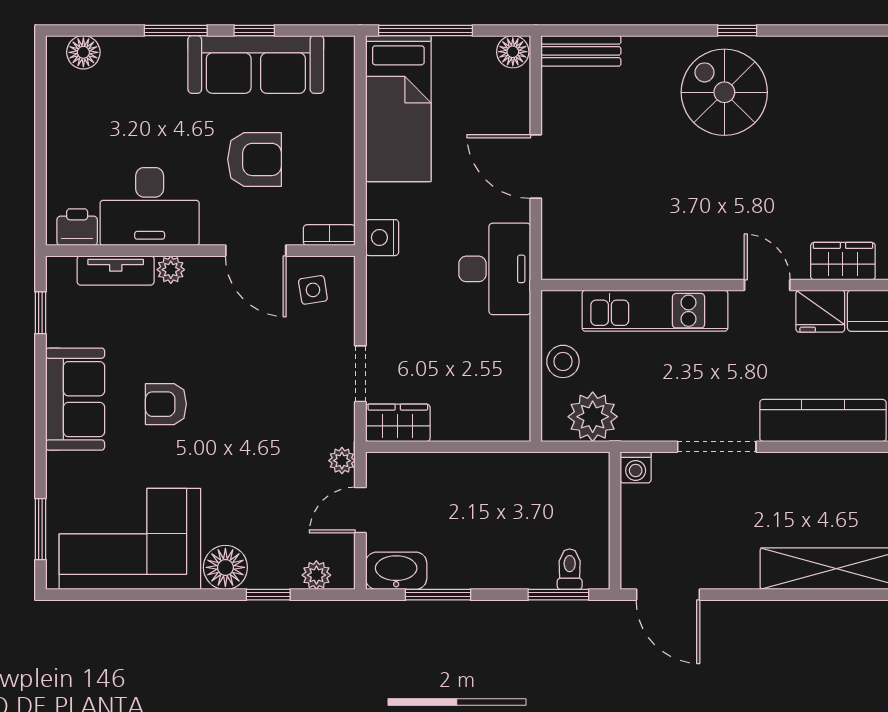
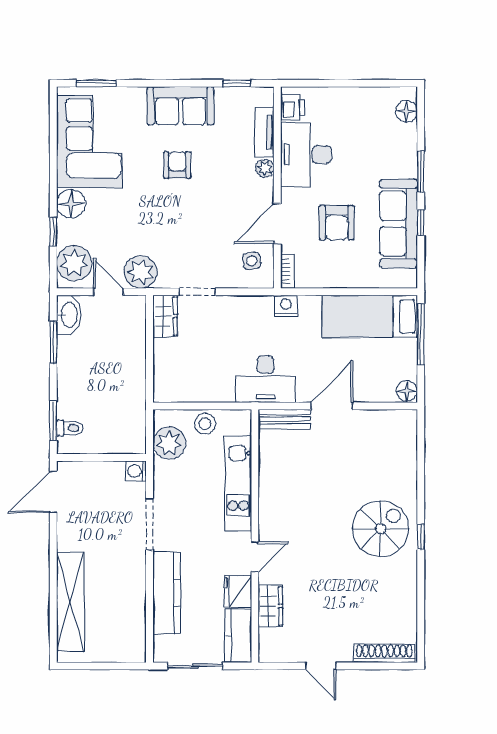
bench: (581, 51) -> (284, 419), moved, turned 90
plant: (342, 461) -> (141, 272), width x1.88, depth x1.88
plant: (316, 575) -> (74, 263), width x1.88, depth x1.88

